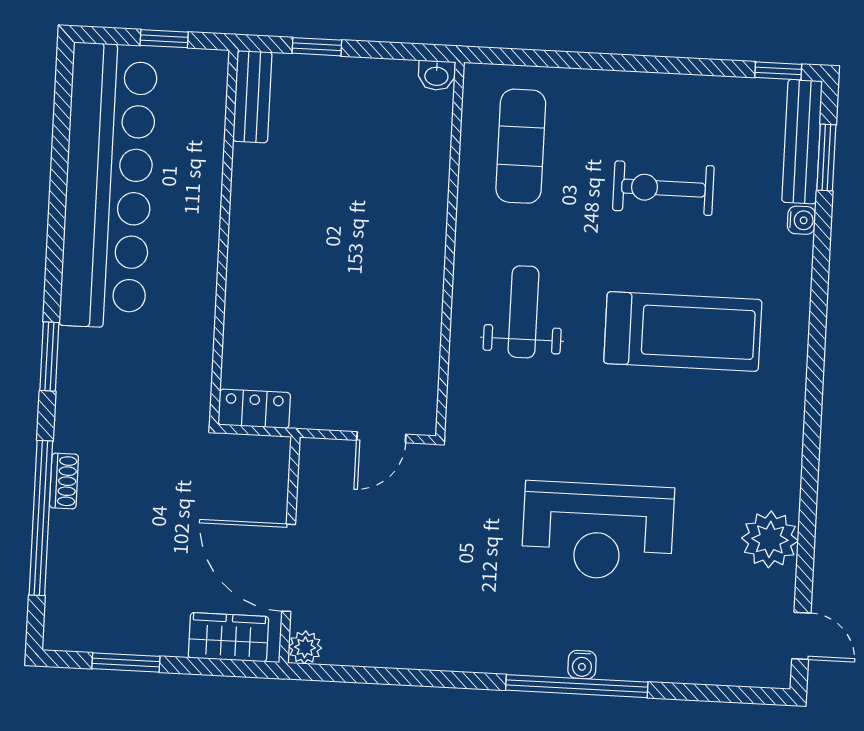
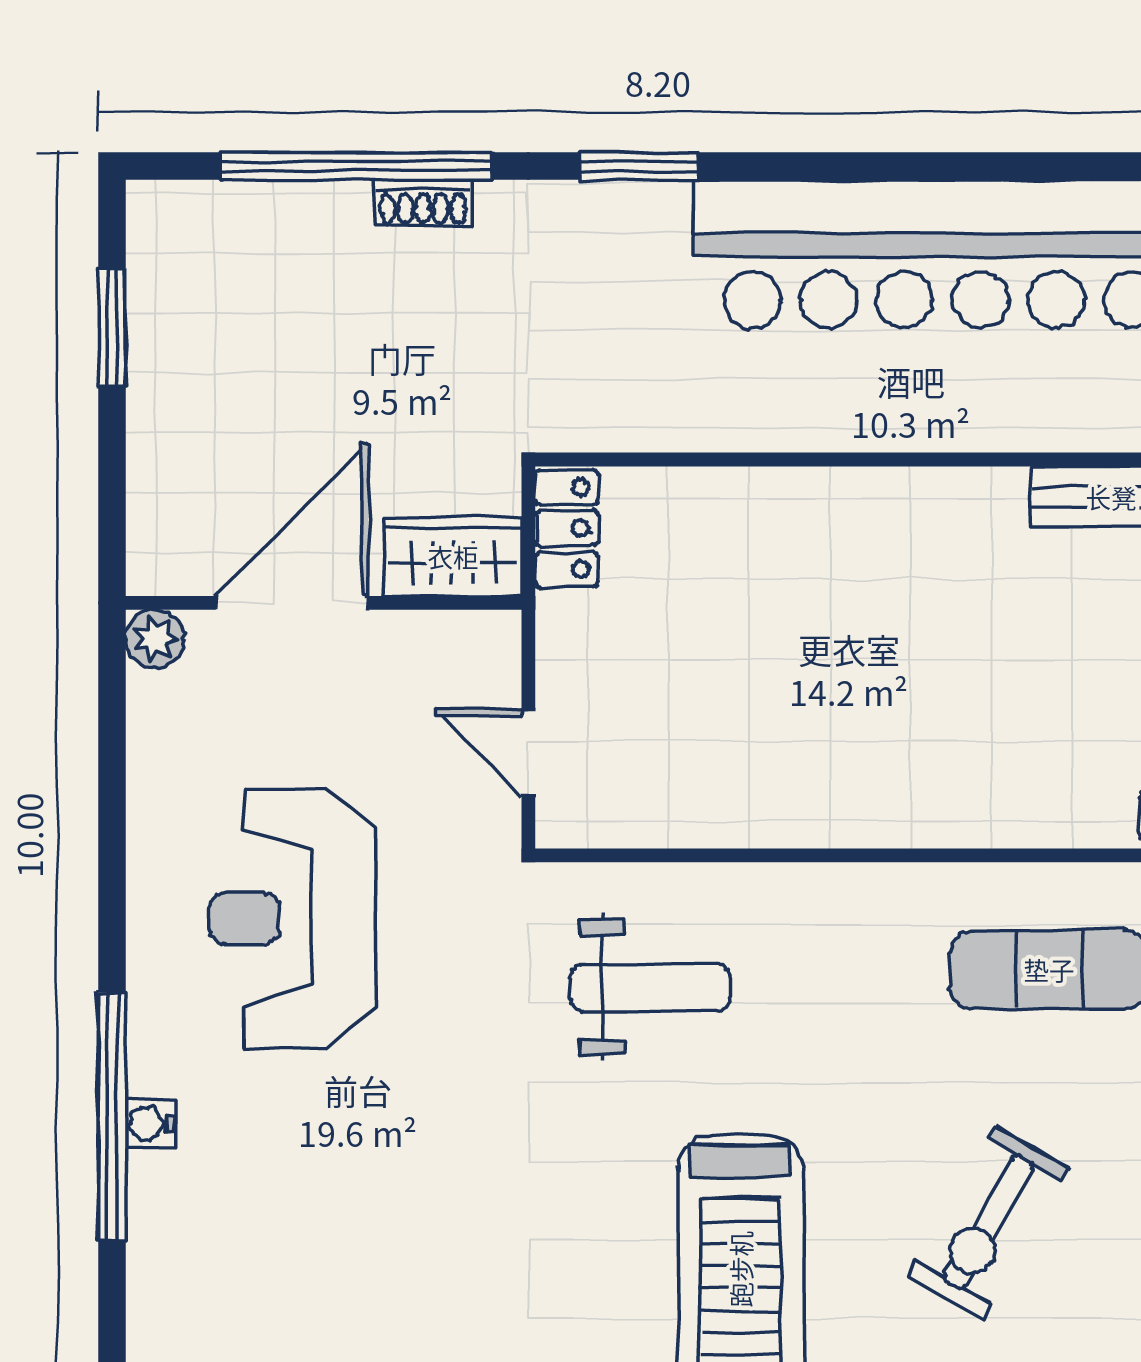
exercise bike: (663, 188) -> (989, 1222), turned -150
weight bench: (524, 312) -> (650, 988), moved
reception desk: (598, 531) -> (293, 918), moved
wardrobe: (228, 637) -> (453, 556), moved, turned -90

